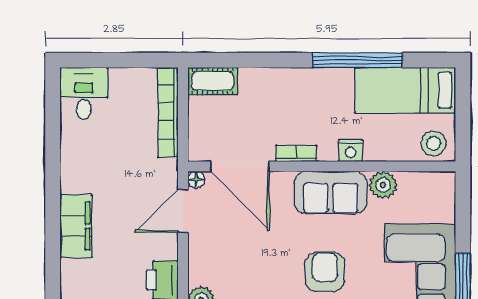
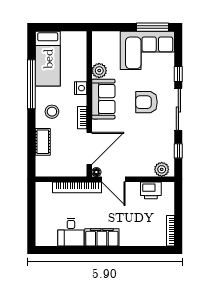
cot: (213, 81) -> (43, 142), moved
desk: (84, 93) -> (71, 232), moved, turned -90
bookcase: (168, 112) -> (77, 187), moved
stool: (434, 143) -> (52, 112), moved
filing cabinet: (76, 226) -> (102, 237), moved

